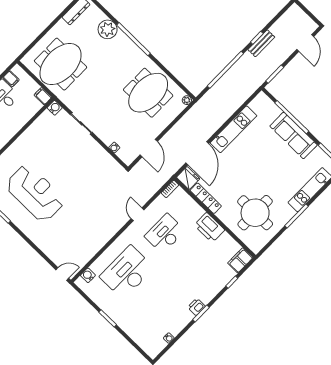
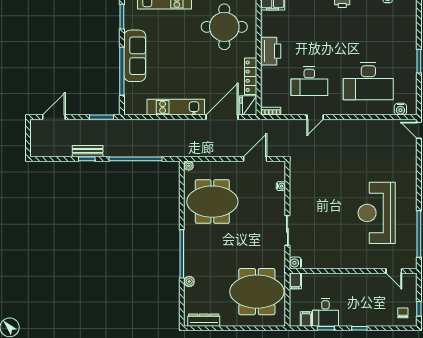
plant: (108, 29) -> (189, 281), width x0.53, depth x0.53

